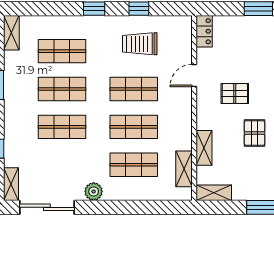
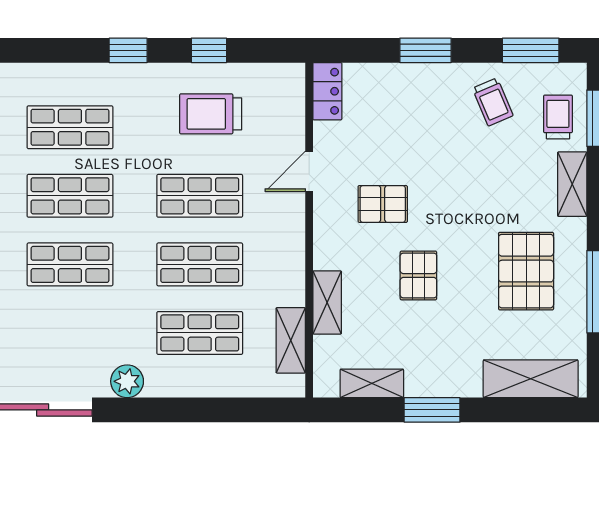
shelving: (214, 193) -> (372, 383), moved

